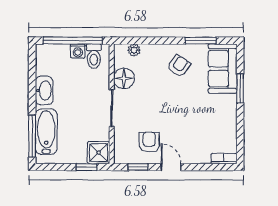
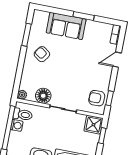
plant: (134, 50) -> (22, 95), moved
sofa: (223, 69) -> (66, 26), moved
window: (240, 89) -> (84, 16), moved
armchair: (149, 142) -> (97, 98), moved
door: (171, 167) -> (117, 60), moved

